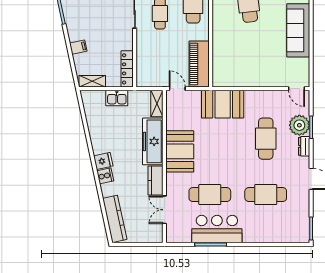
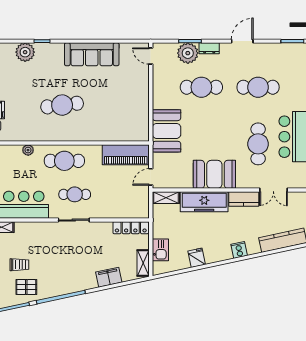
filing cabinet: (78, 47) -> (109, 277), width x2.00
door: (297, 89) -> (151, 56), swing flipped
kitchen sink: (117, 98) -> (160, 250), moved
fridge: (103, 161) -> (197, 258), moved
cafe table: (266, 195) -> (258, 87), turned 90

